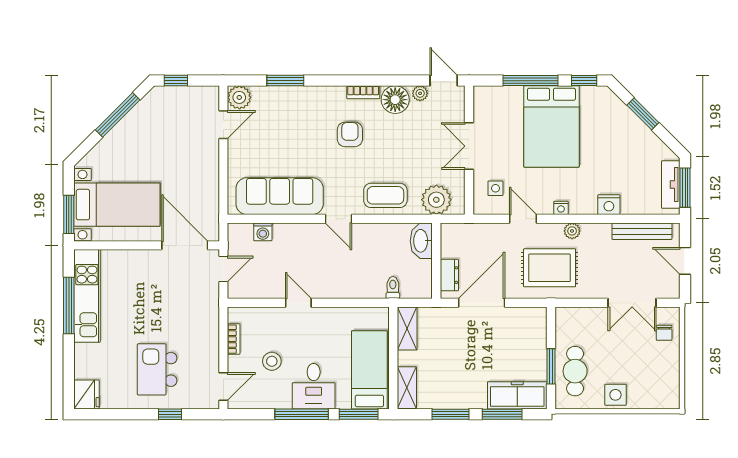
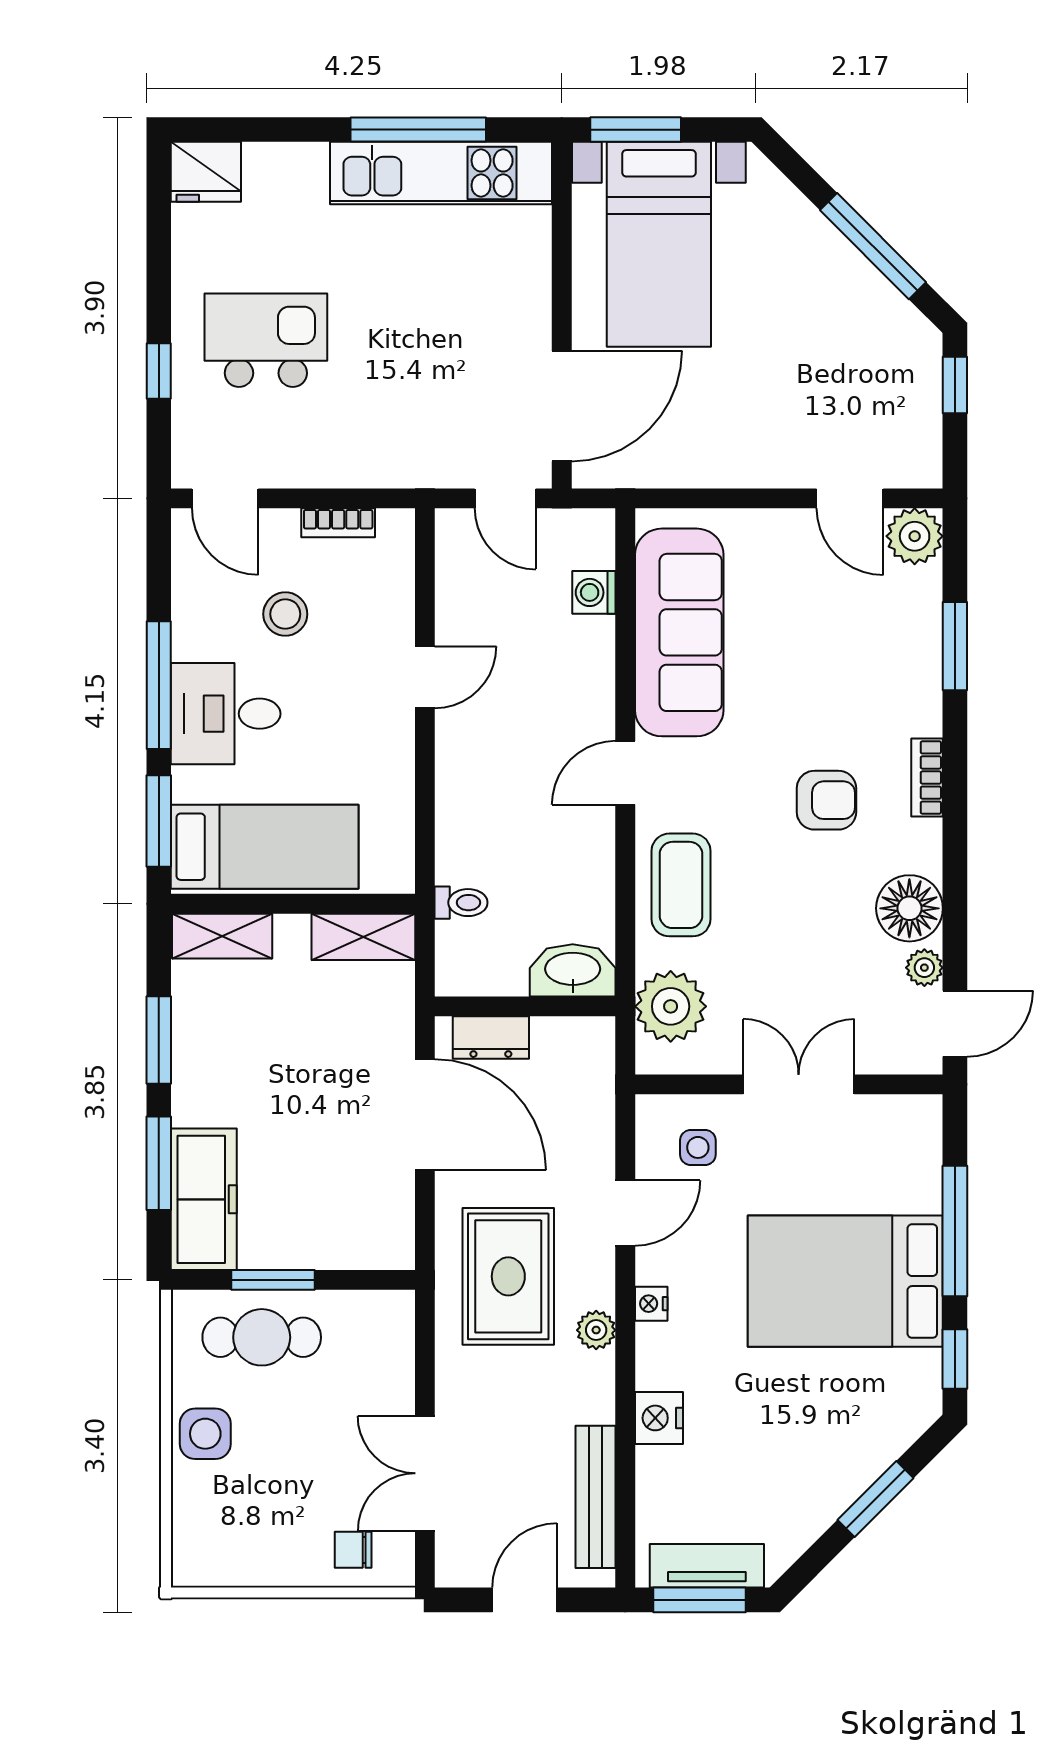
bookcase: (363, 92) -> (927, 778), moved

